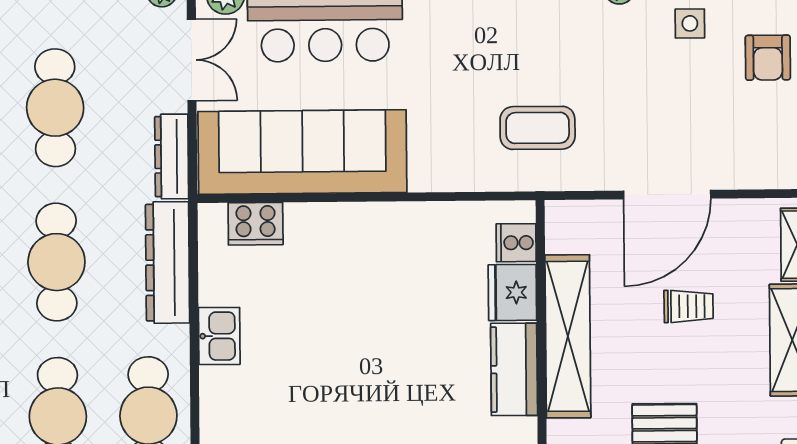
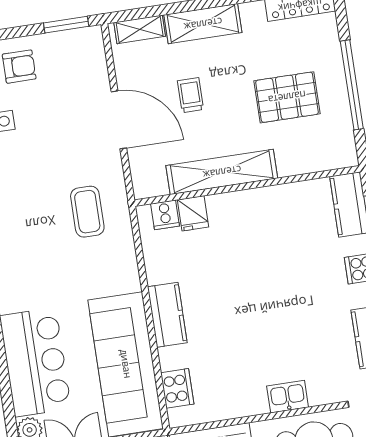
fridge: (512, 292) -> (193, 213), width x0.72
kitchen sink: (219, 336) -> (288, 397), moved
kitchen counter: (514, 369) -> (167, 315), moved, turned -90

